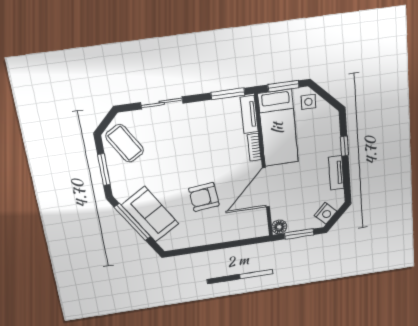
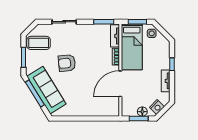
coffee table: (125, 143) -> (39, 43), turned -59
armchair: (204, 197) -> (67, 63), moved
sofa: (150, 214) -> (46, 90), width x1.36
floor lamp: (279, 227) -> (142, 112), moved

